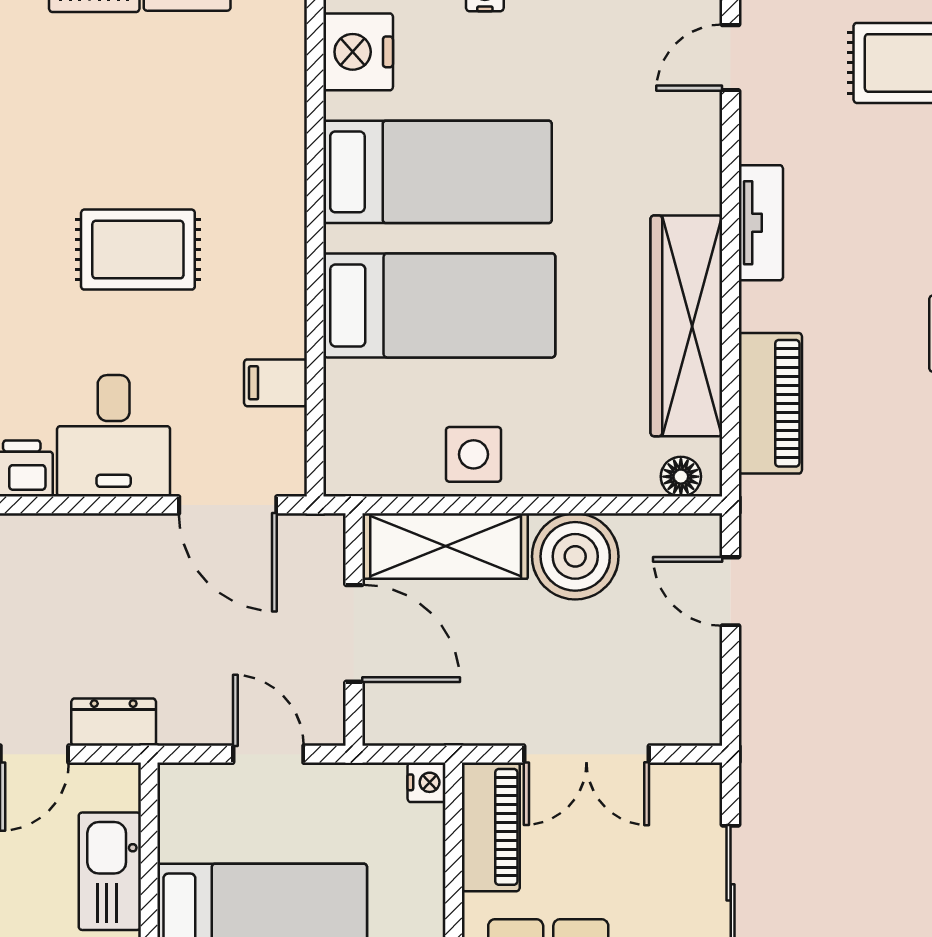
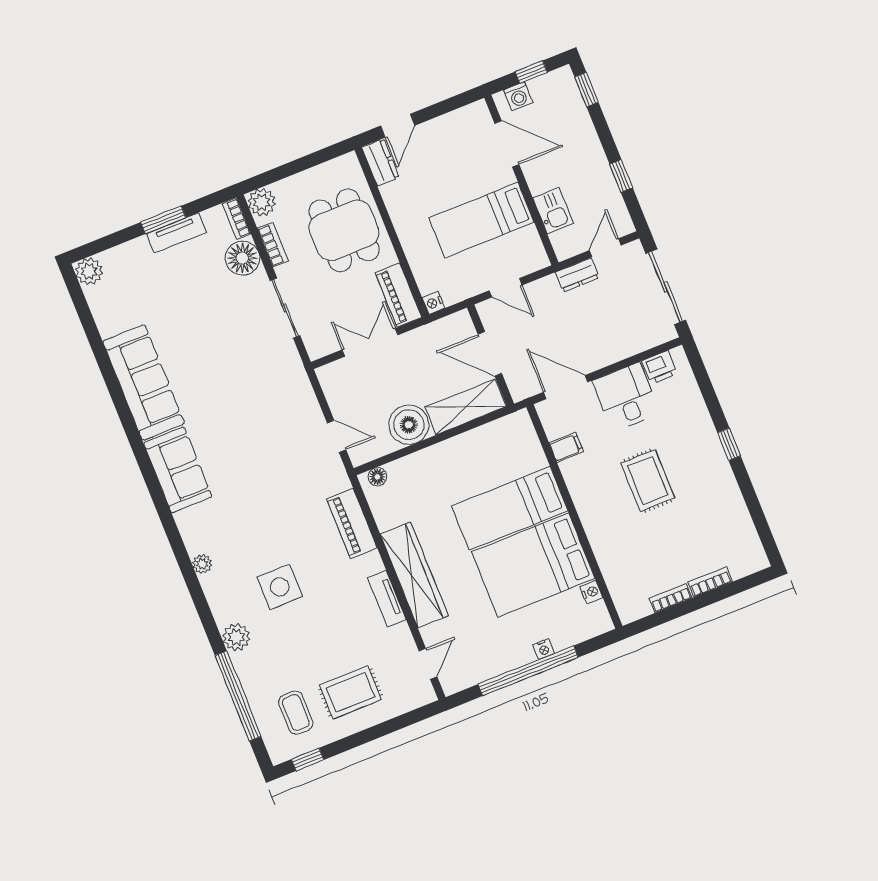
nightstand: (358, 52) -> (591, 592), width x0.53, depth x0.56
bed: (438, 172) -> (533, 565), width x1.50
rug: (138, 250) -> (648, 481), turned 90
wardrobe: (686, 326) -> (414, 575), moved
side table: (474, 454) -> (470, 451), removed
kitchen sink: (110, 871) -> (553, 211), width x0.73

